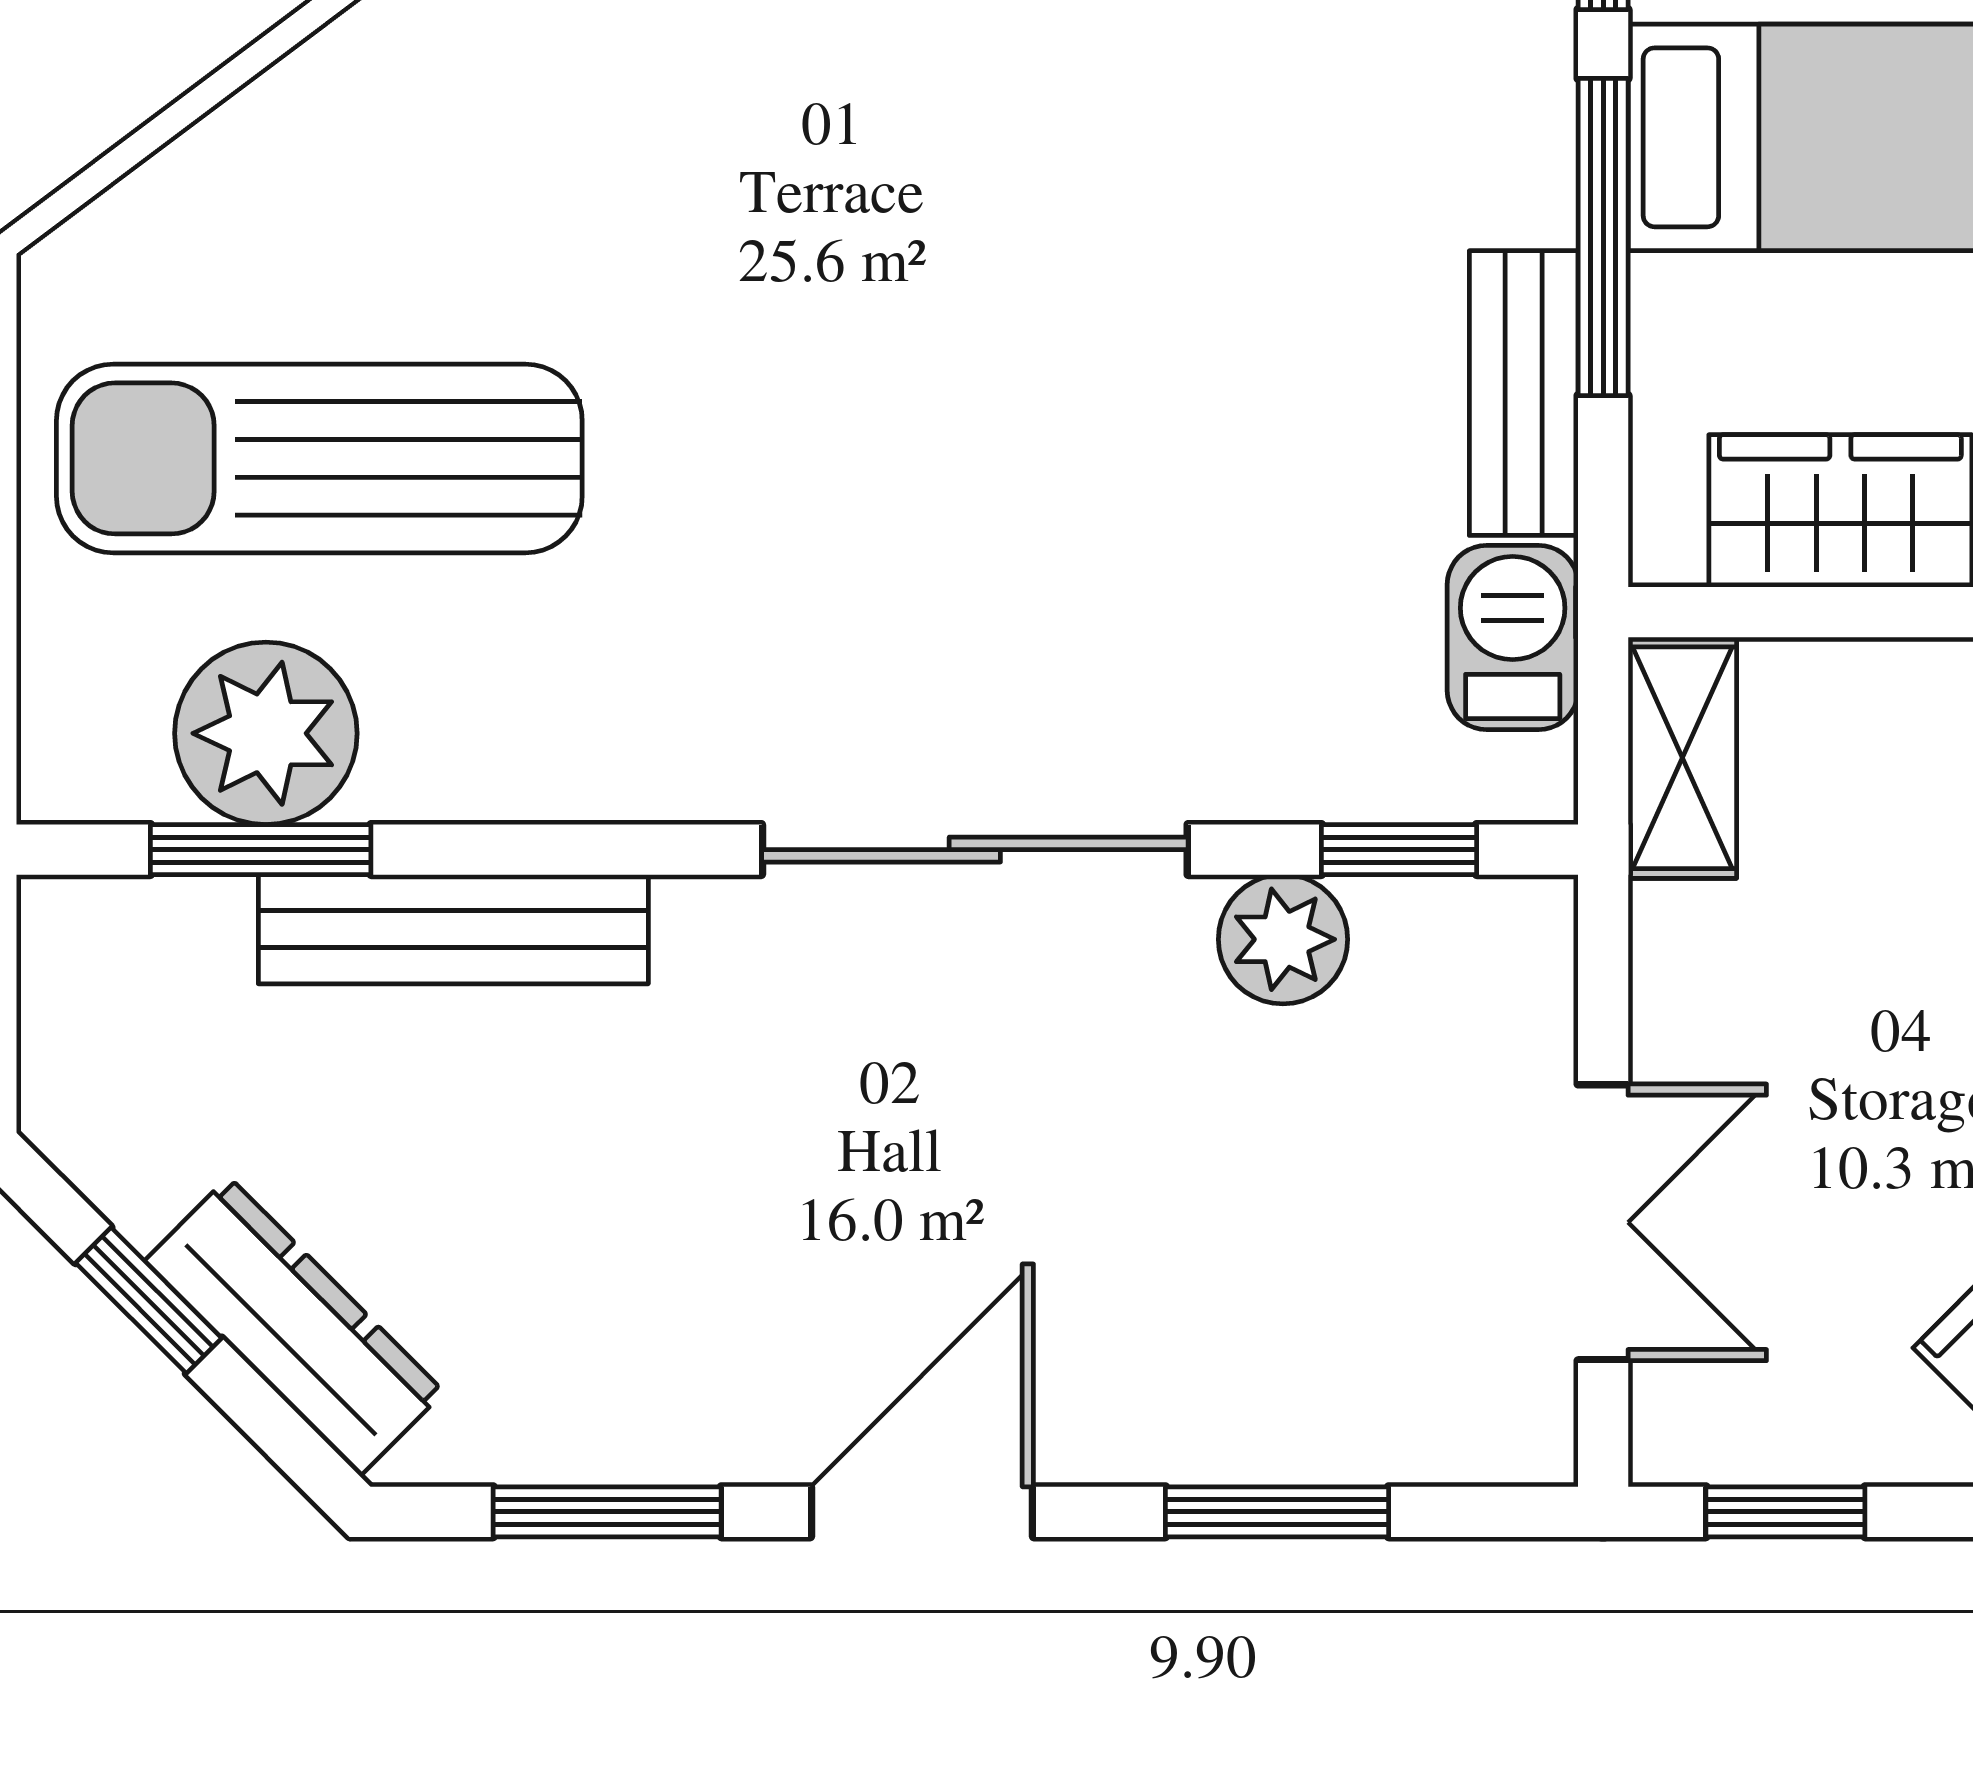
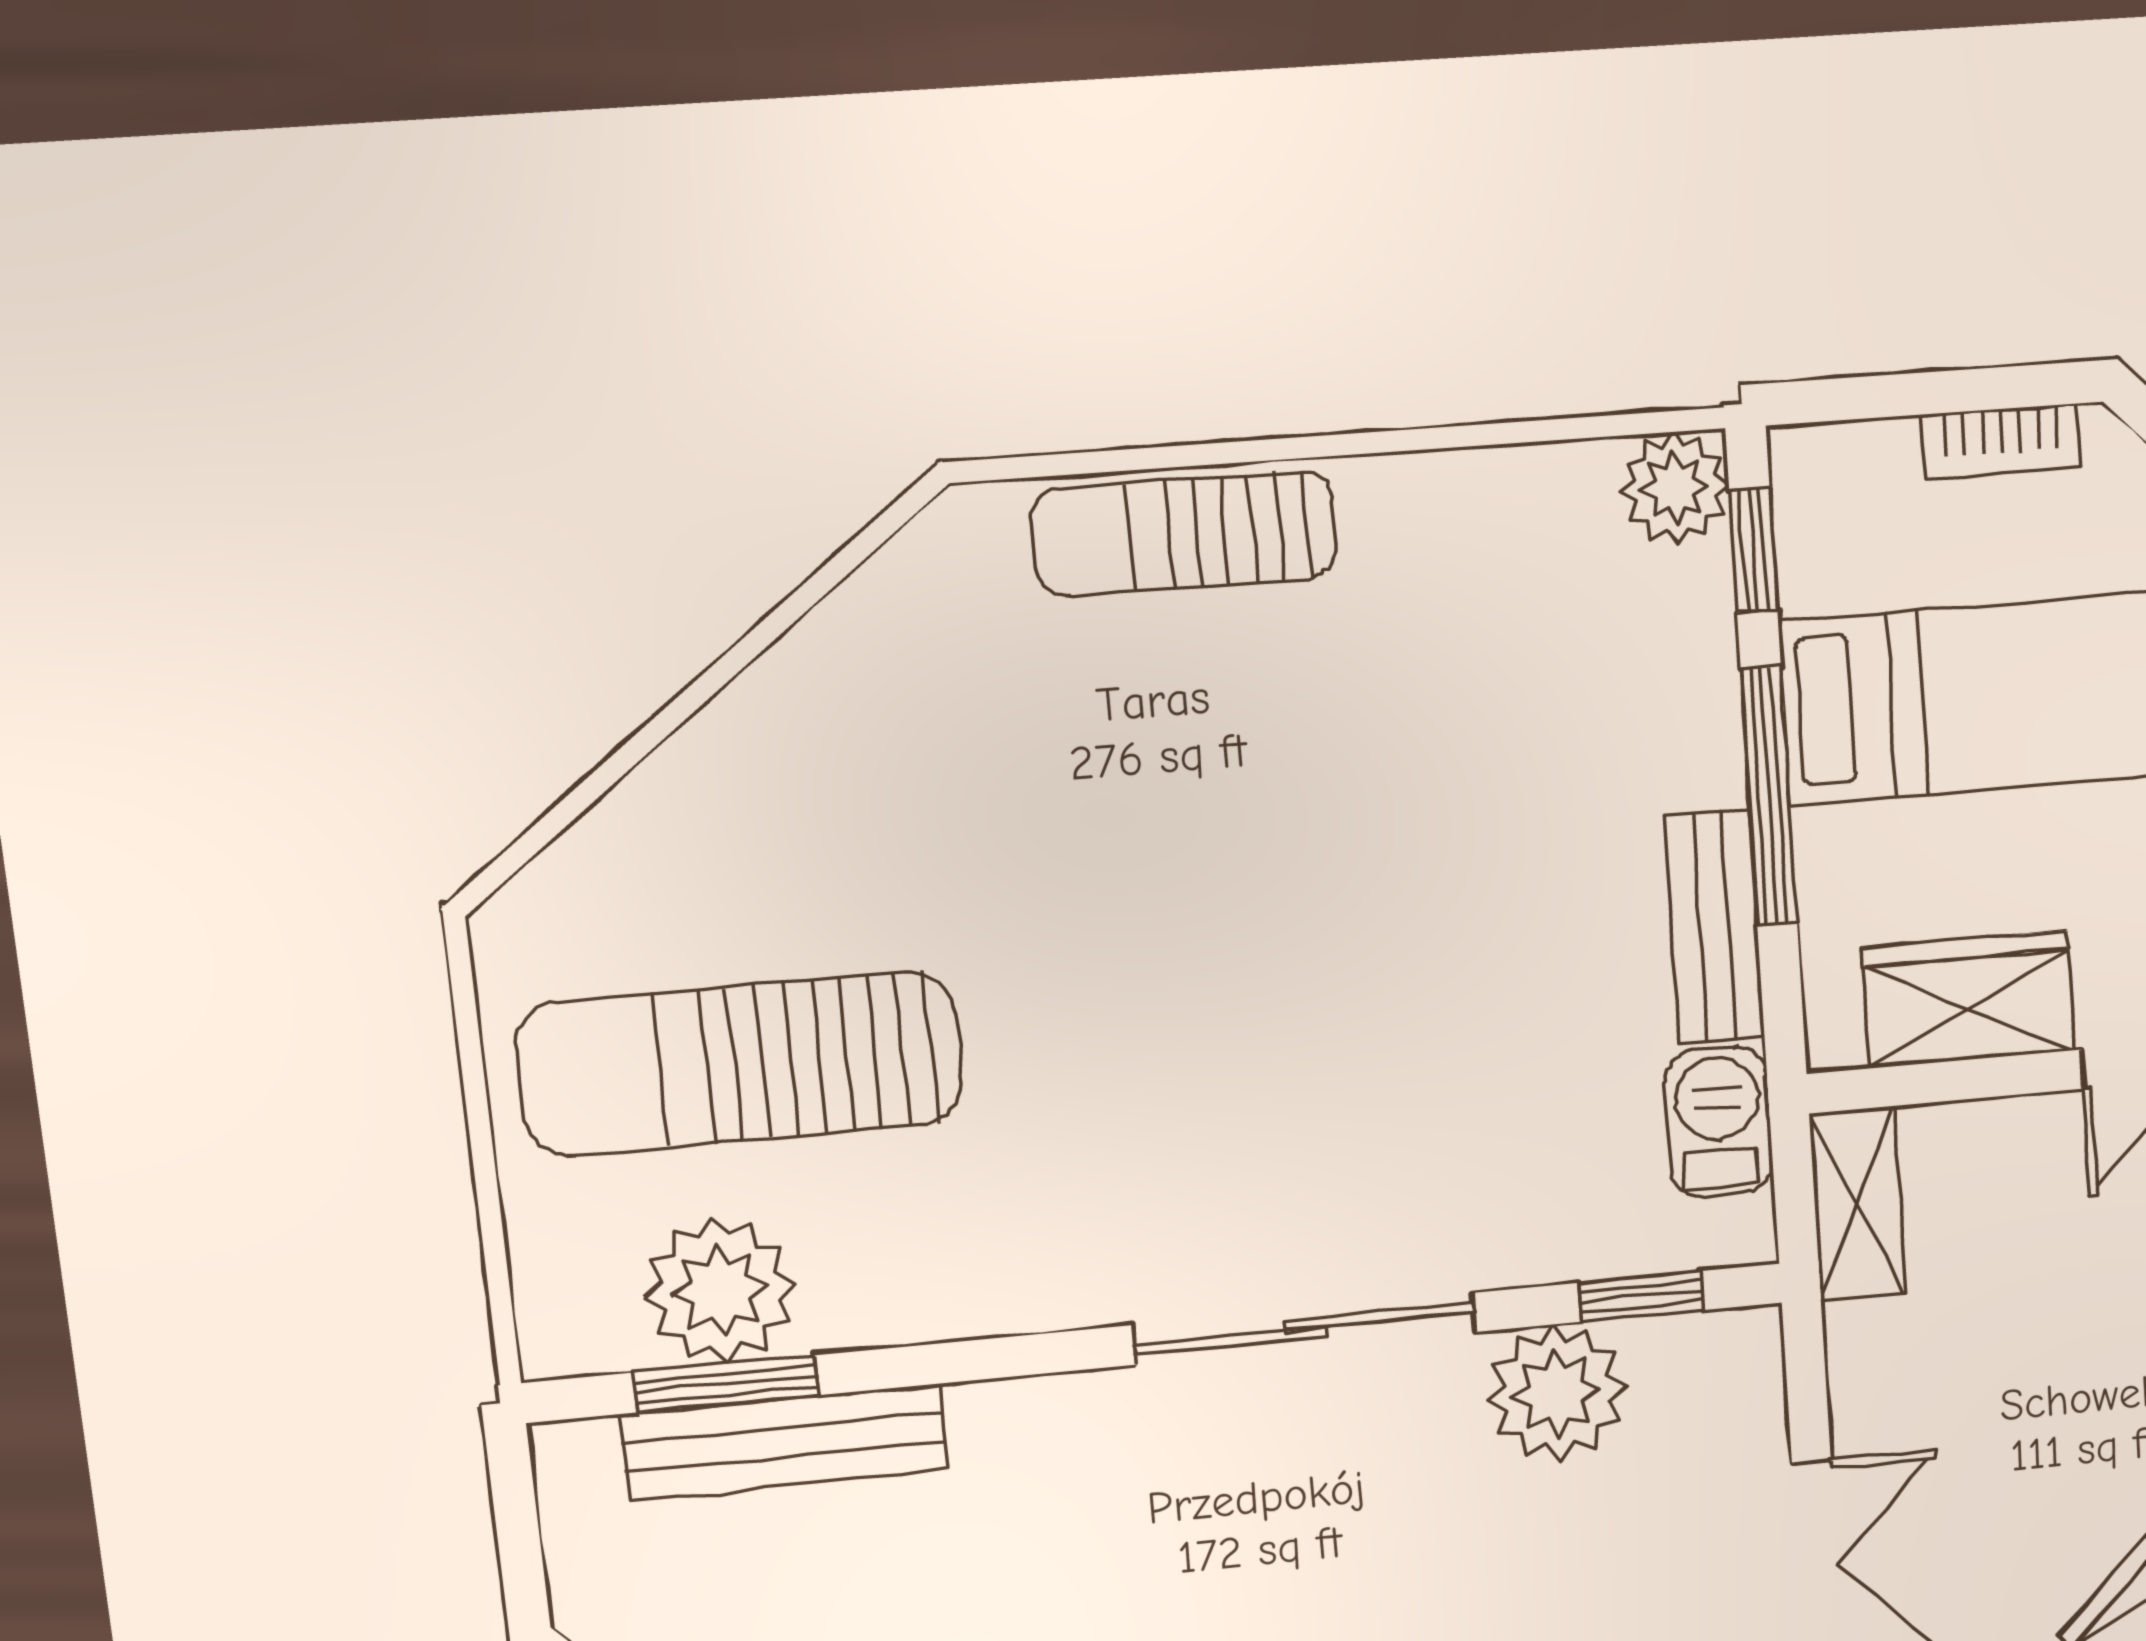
bench: (453, 929) -> (784, 1442), moved
plant: (1283, 939) -> (1556, 1393), width x1.36, depth x1.36

